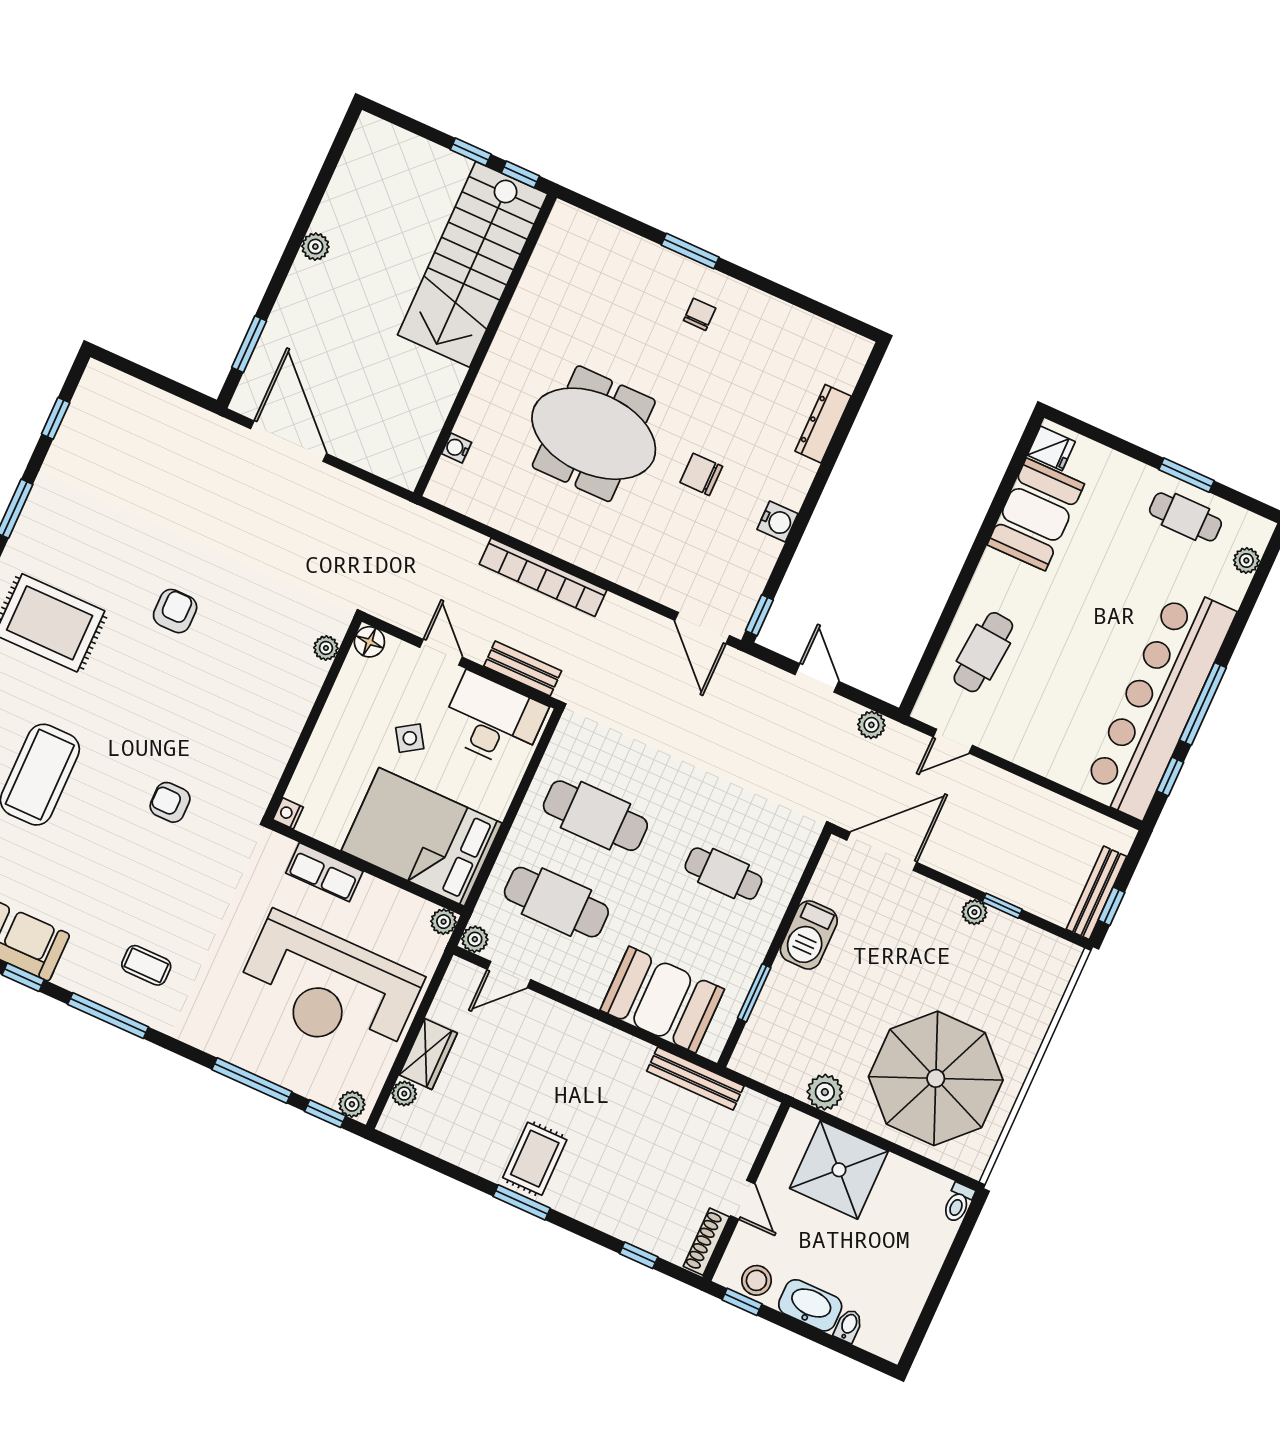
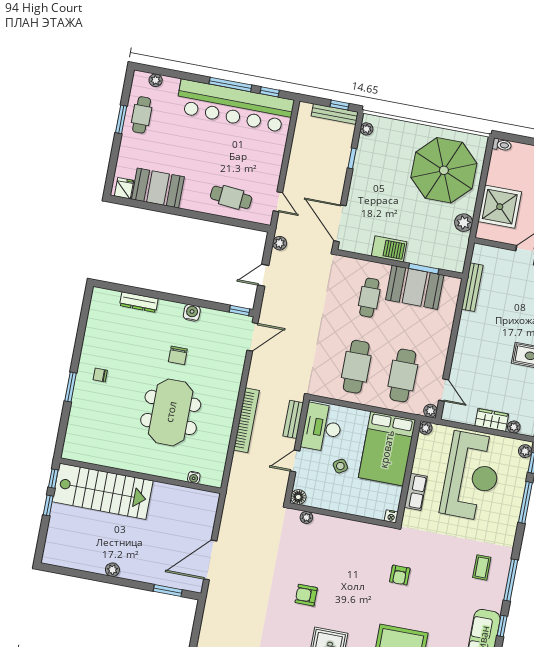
plant: (974, 912) -> (367, 129), moved
booth: (662, 1000) -> (415, 287), moved, turned 90

